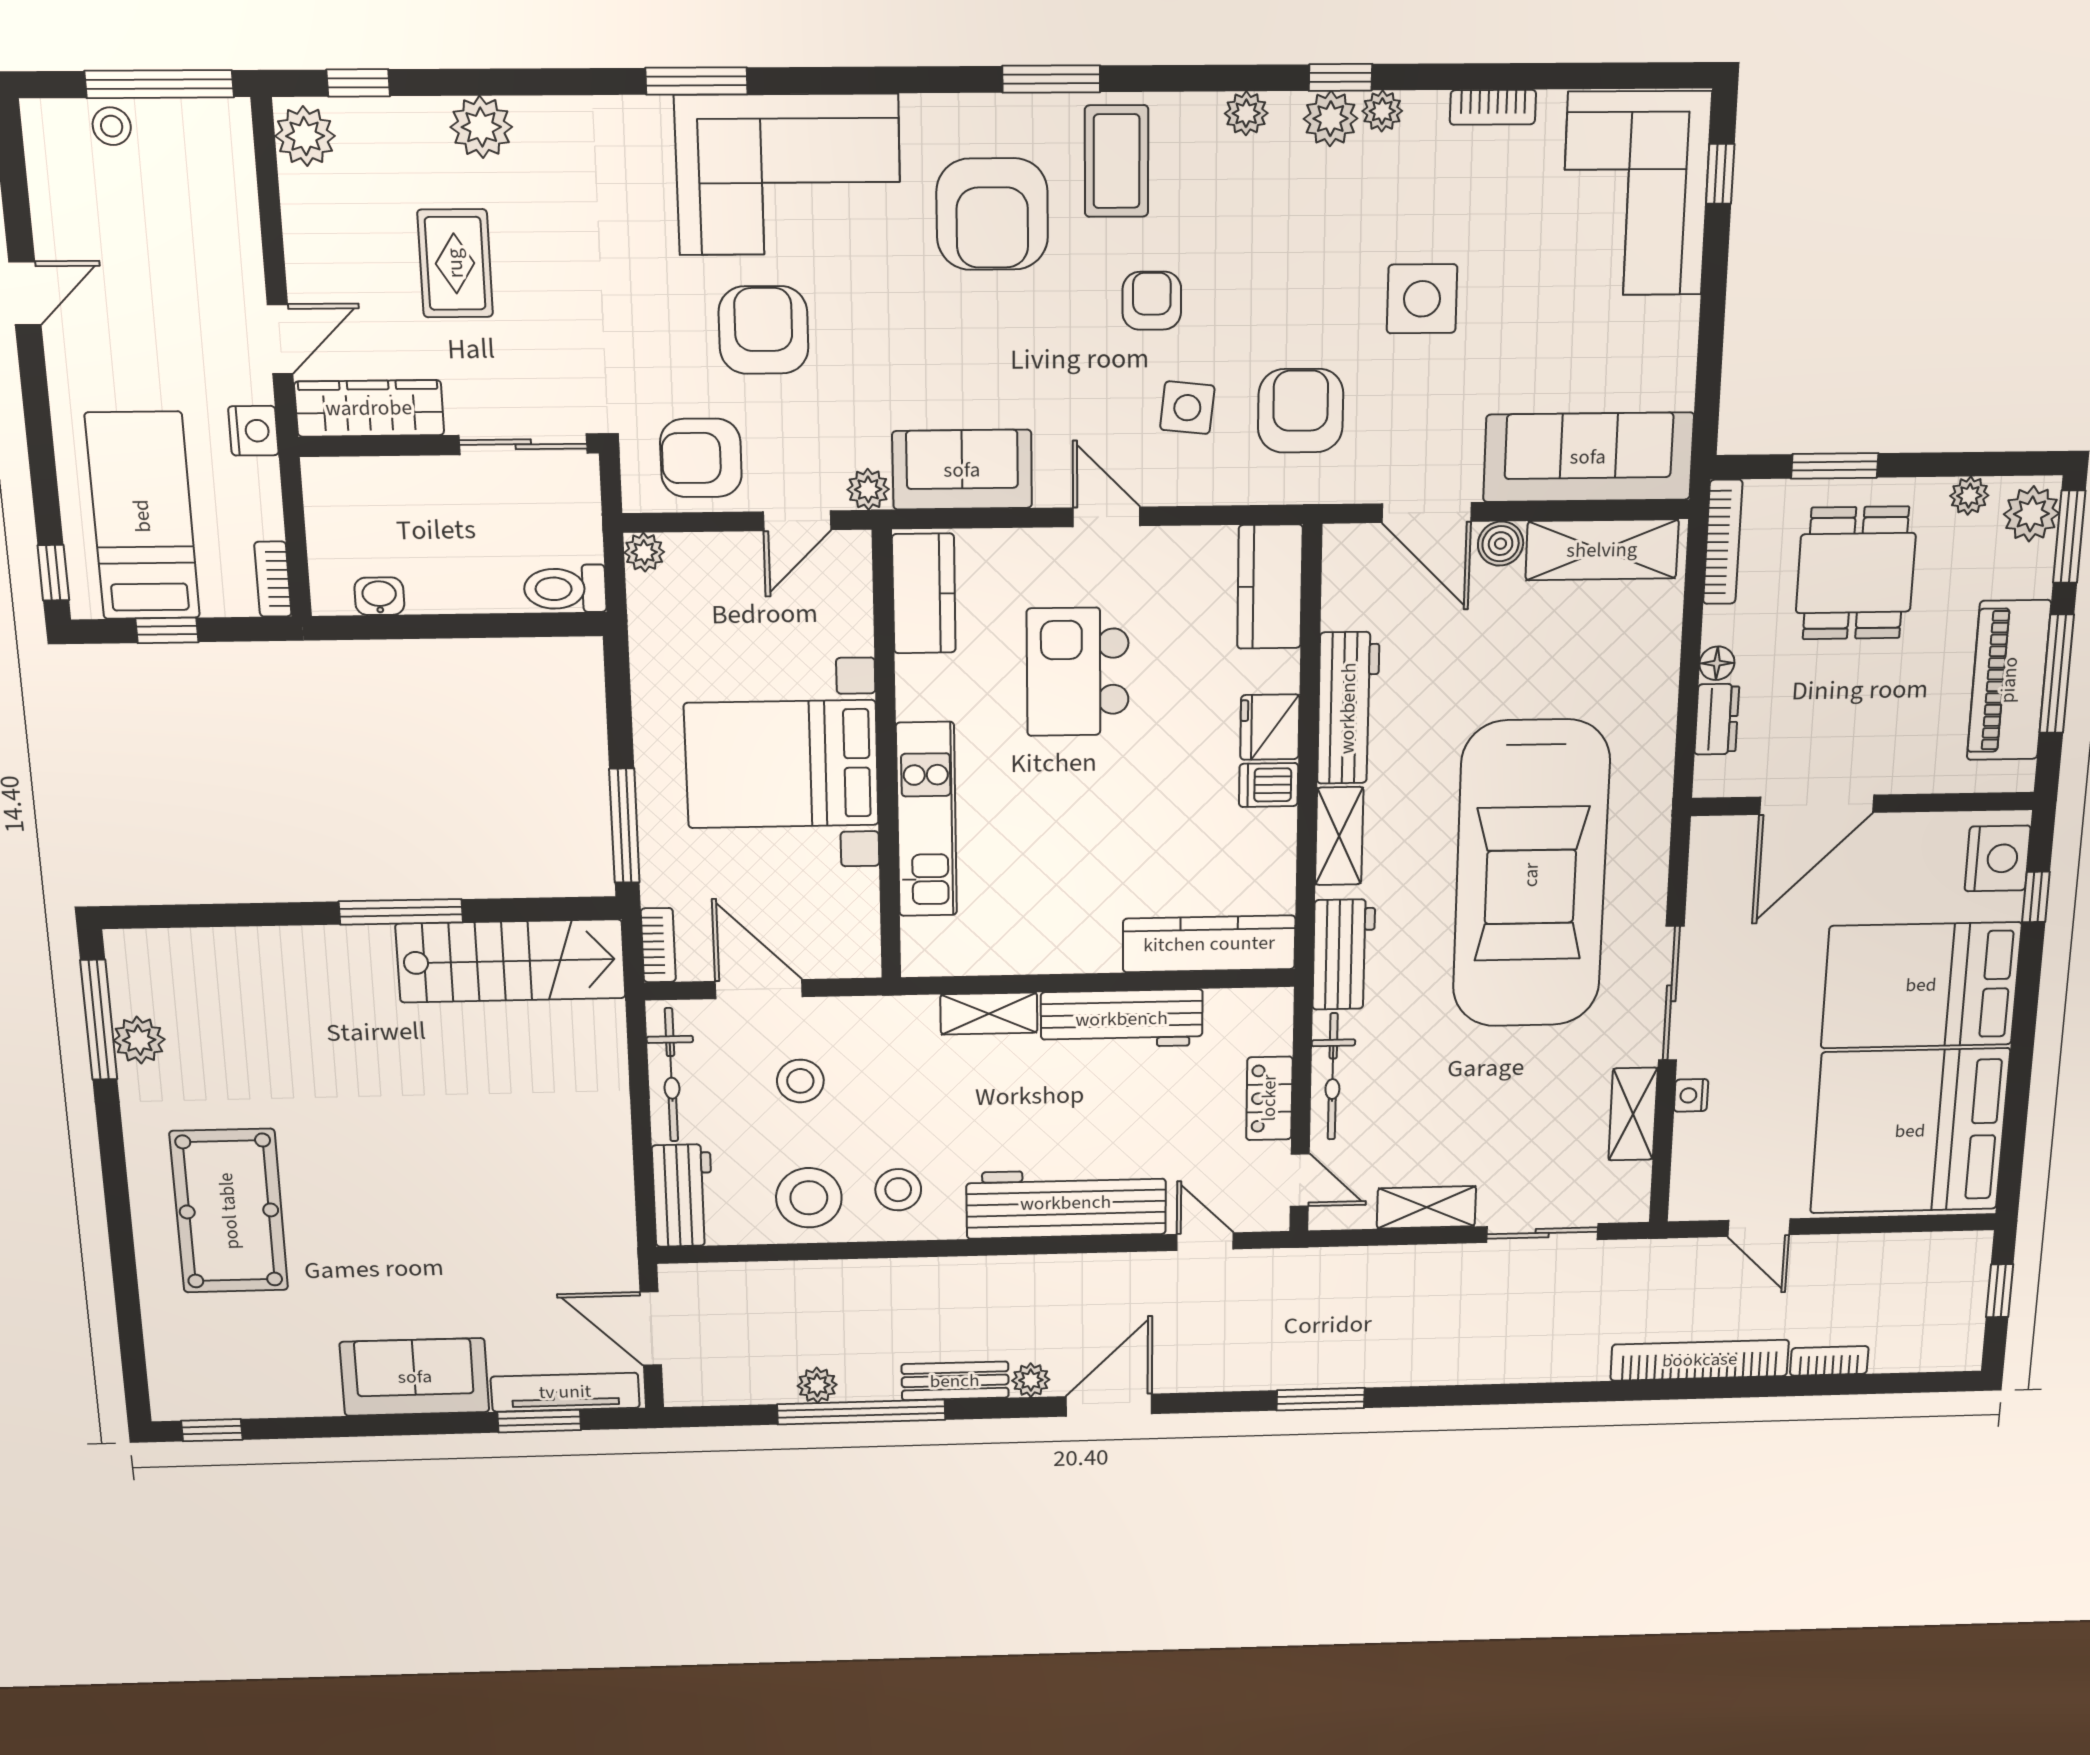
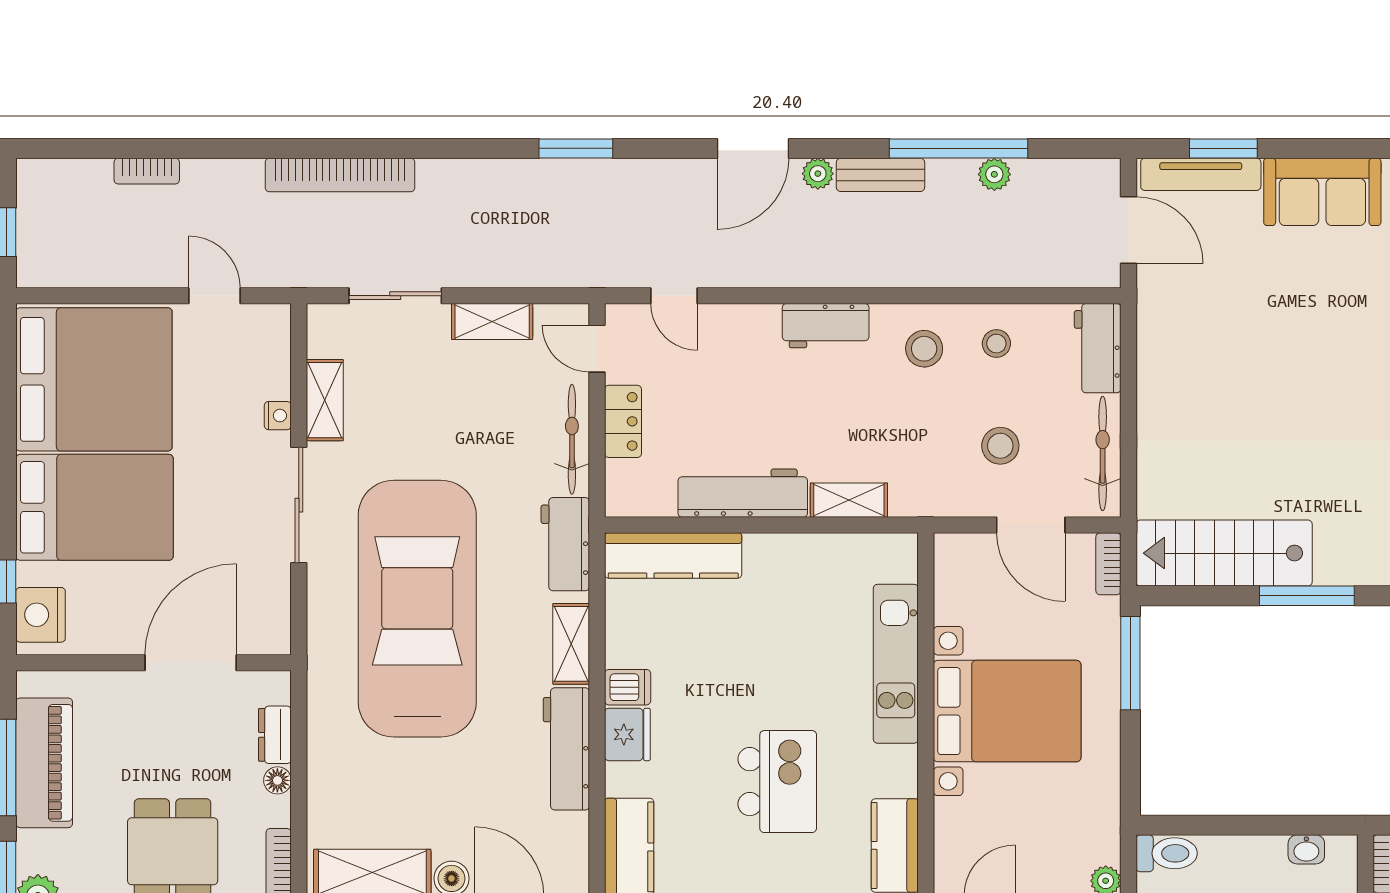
stool: (809, 1198) -> (996, 344), width x0.53, depth x0.53
workbench: (1066, 1203) -> (826, 326), width x0.53, depth x0.76
bookcase: (1700, 1360) -> (340, 175), moved

